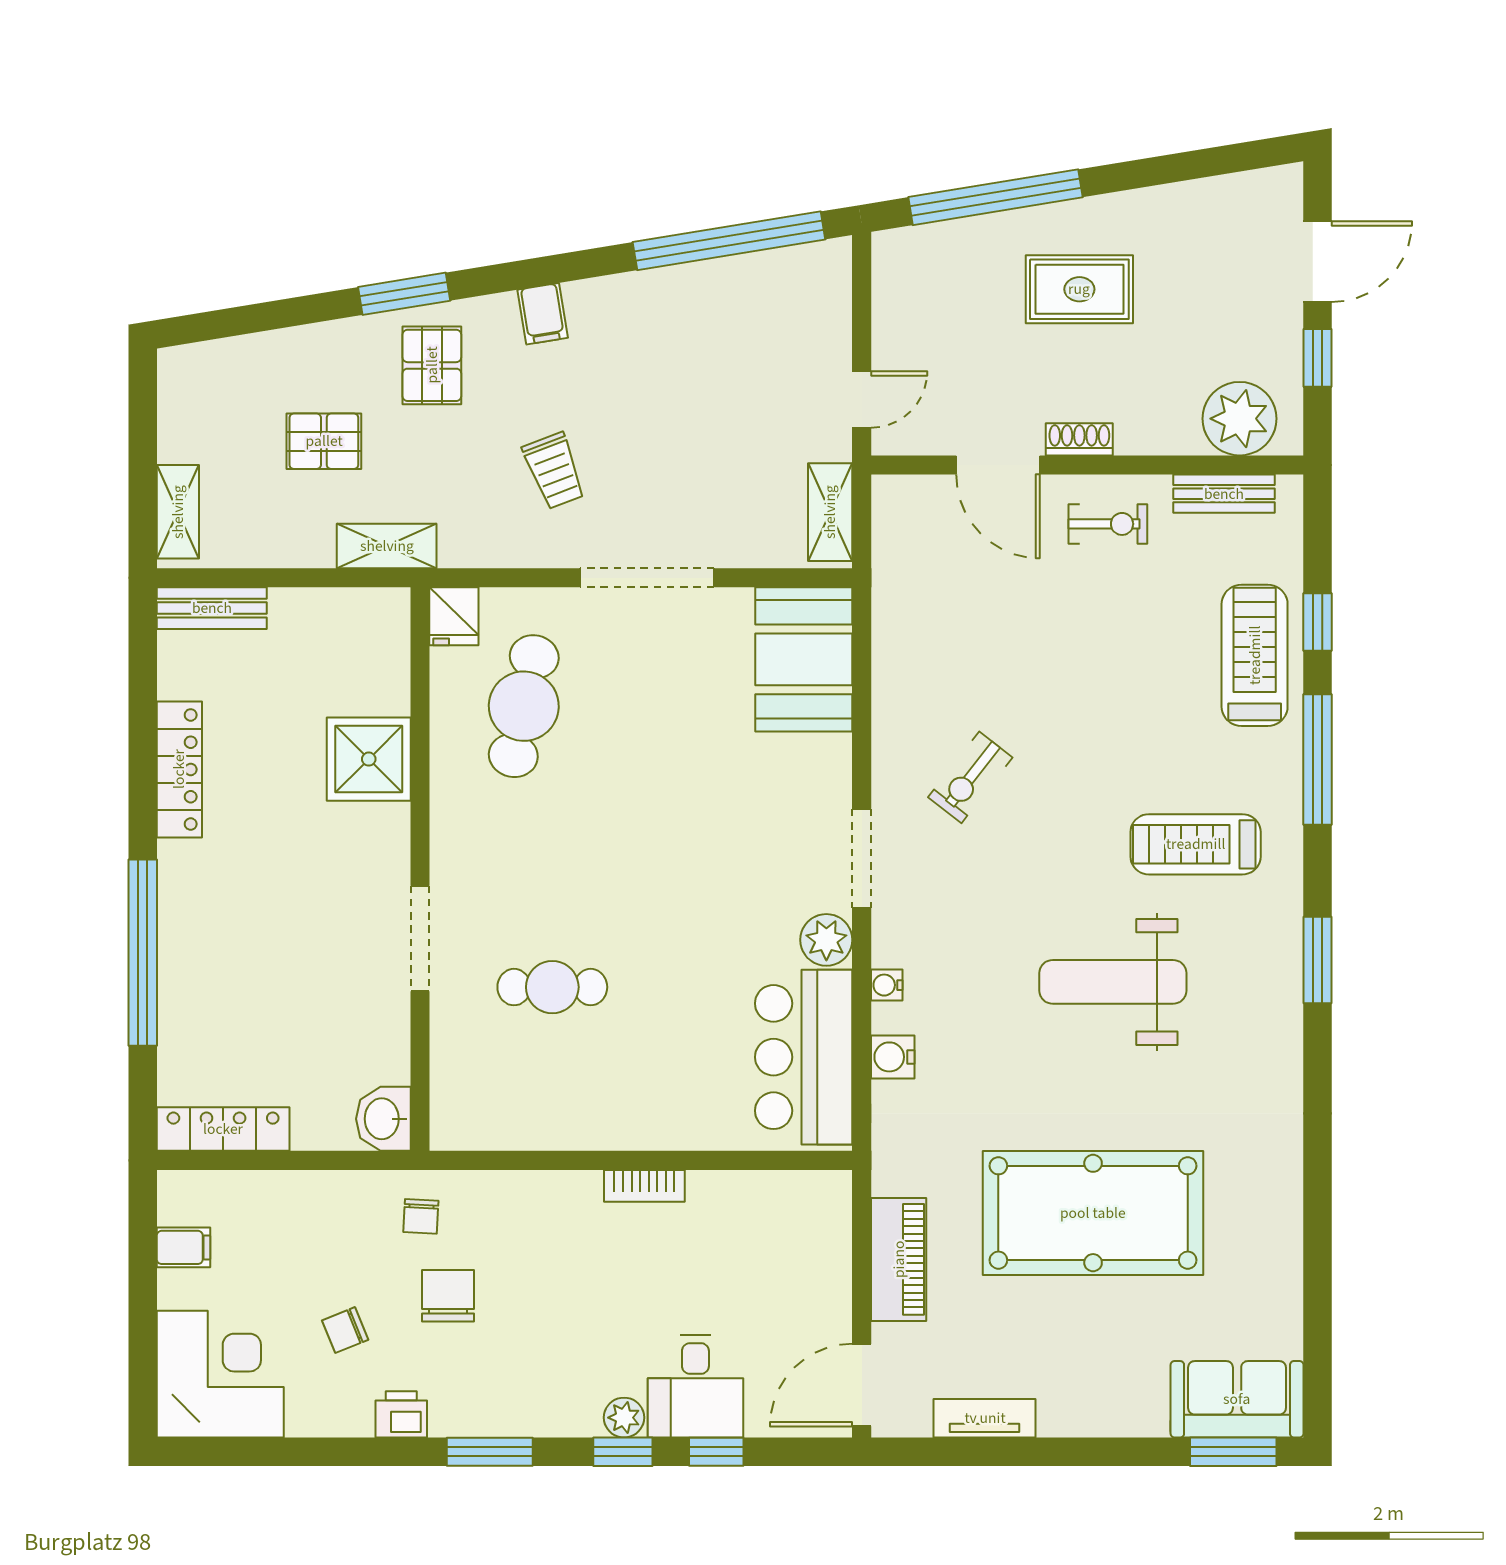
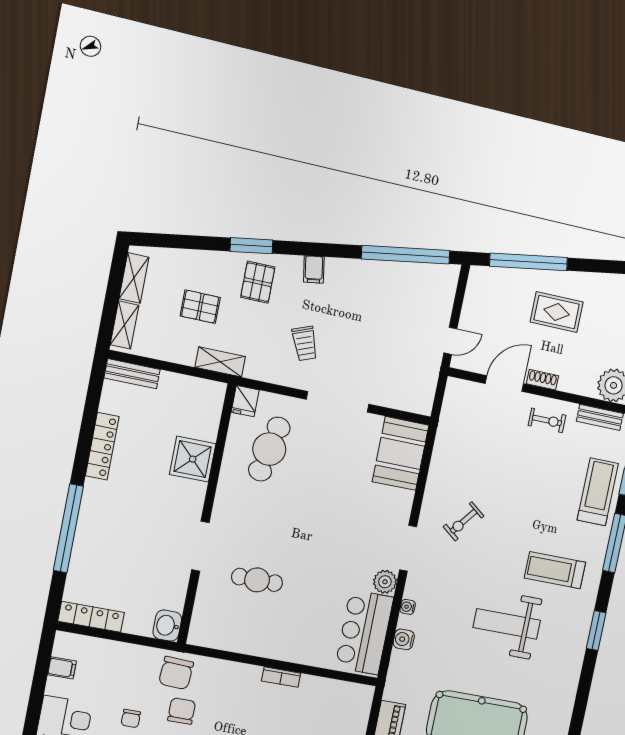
door: (998, 465) -> (505, 384), swing flipped
shelving: (830, 512) -> (134, 278), moved
chair: (421, 1216) -> (176, 673), width x1.87, depth x1.87
chair: (345, 1330) -> (131, 718), turned -68

